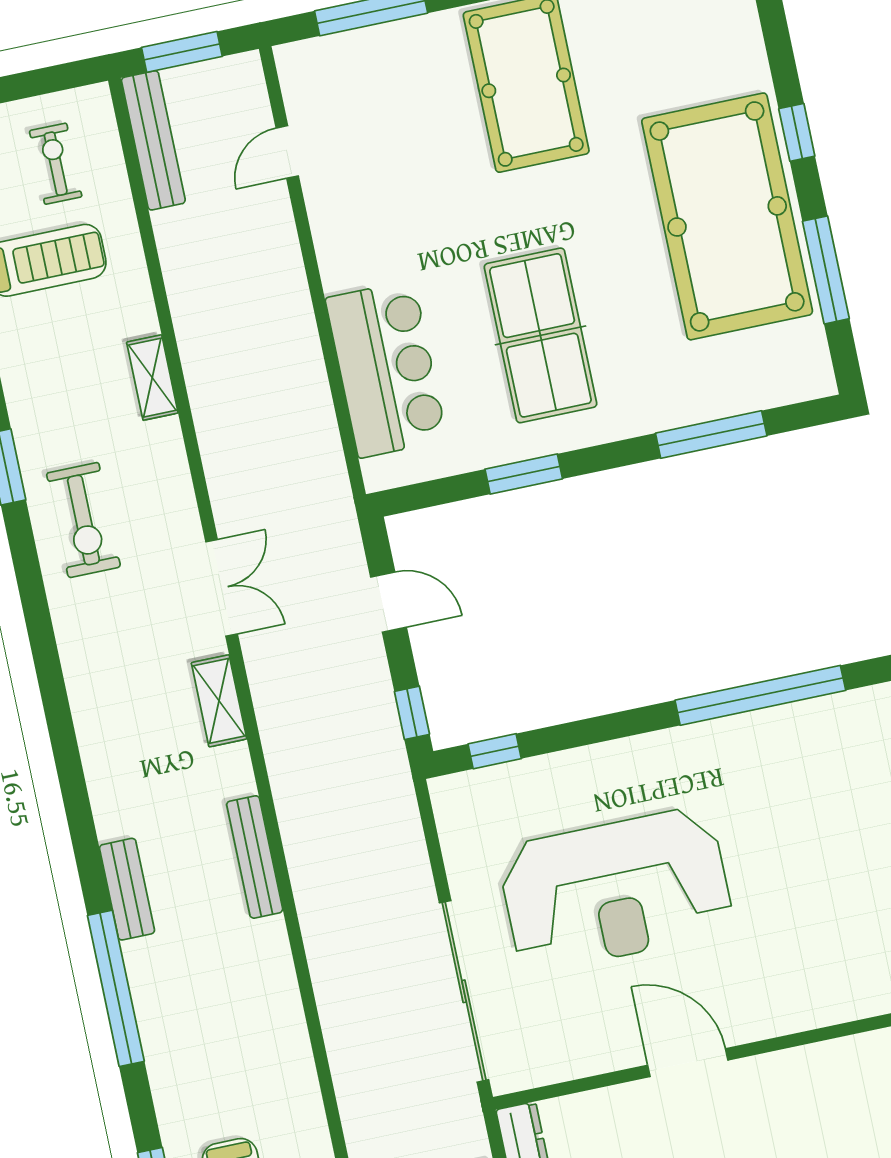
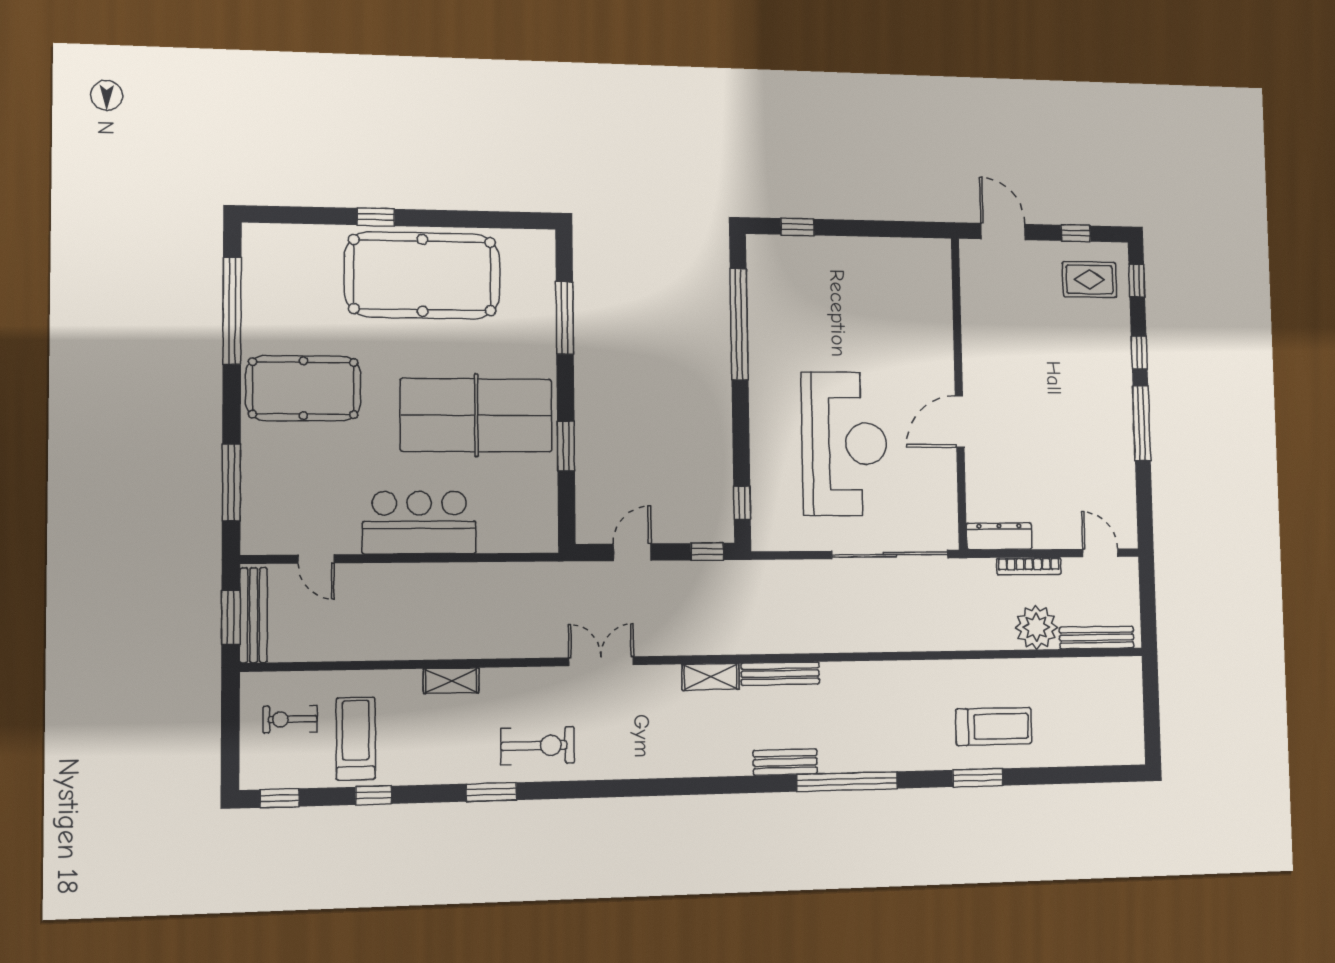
bench: (153, 140) -> (254, 615), moved, turned 90
window: (826, 270) -> (472, 219), removed
table tennis table: (540, 335) -> (476, 415), width x1.36, depth x1.32
bar counter: (386, 369) -> (419, 522), moved
shelving: (219, 701) -> (711, 677), moved

